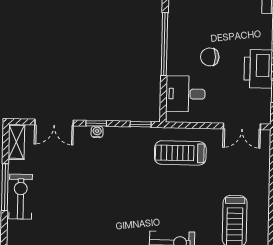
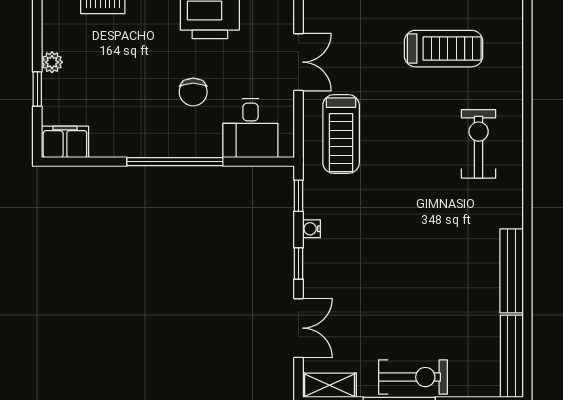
double door: (242, 126) -> (298, 62), moved
water cooler: (97, 132) -> (311, 229), moved
exercise bike: (21, 197) -> (413, 377), turned 180

